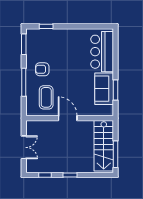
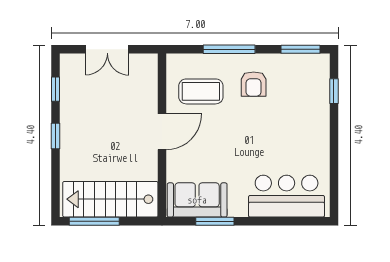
armchair: (42, 69) -> (254, 84), turned 180
sofa: (104, 89) -> (197, 200), moved

